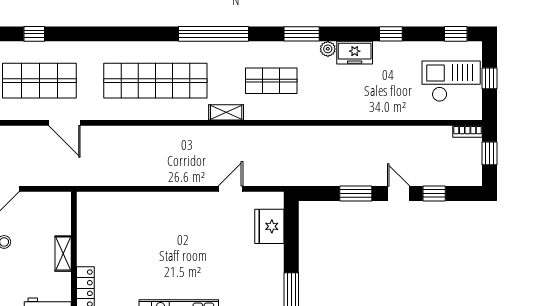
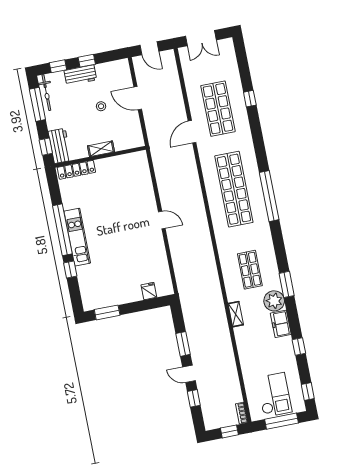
window: (213, 34) -> (269, 196), moved
plant: (328, 49) -> (274, 301), width x1.87, depth x1.87
window: (490, 78) -> (281, 421), width x2.17
shelving: (226, 112) -> (236, 314), moved
door: (231, 189) -> (162, 220), moved
door: (399, 194) -> (189, 374), swing flipped
fridge: (269, 226) -> (149, 291), width x0.53, depth x0.75

